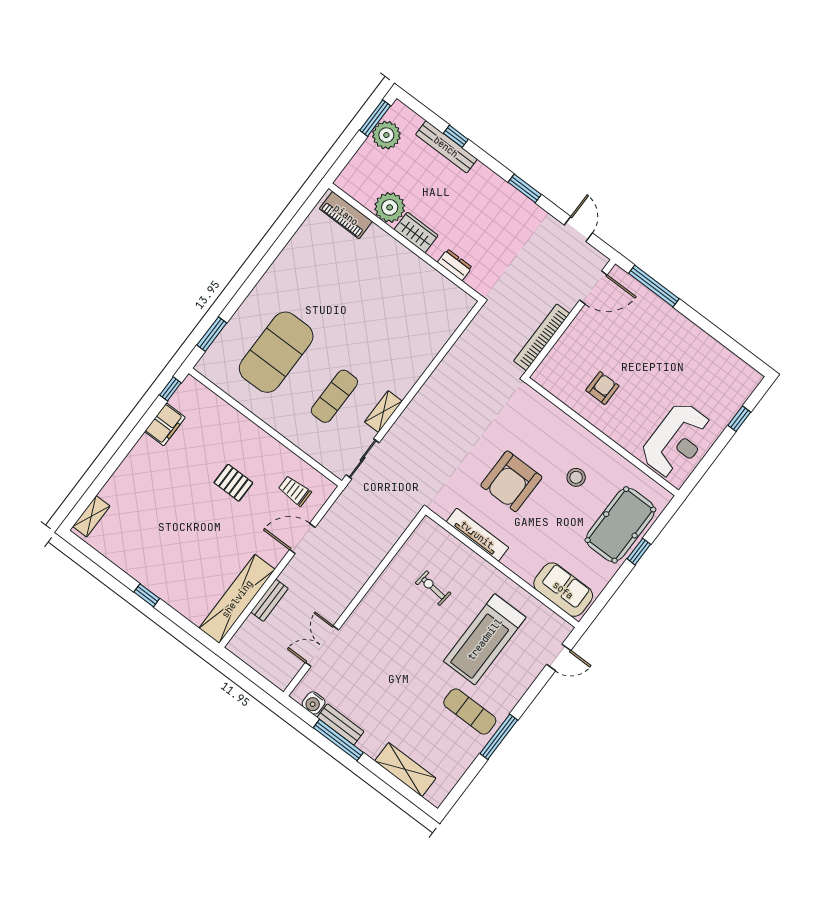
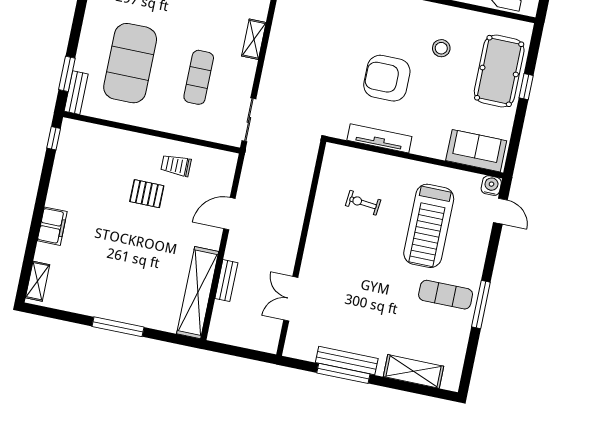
bench: (212, 356) -> (76, 93), added
shelving: (383, 412) -> (254, 39), moved
filing cabinet: (165, 424) -> (52, 226), moved
armchair: (511, 481) -> (387, 78), turned 90
trolley: (295, 491) -> (176, 165), moved
window: (147, 595) -> (118, 327), width x2.17
door: (559, 657) -> (500, 211), hinge flipped
water cooler: (314, 703) -> (491, 186), moved, turned 180
bench: (341, 724) -> (347, 361), width x1.36

